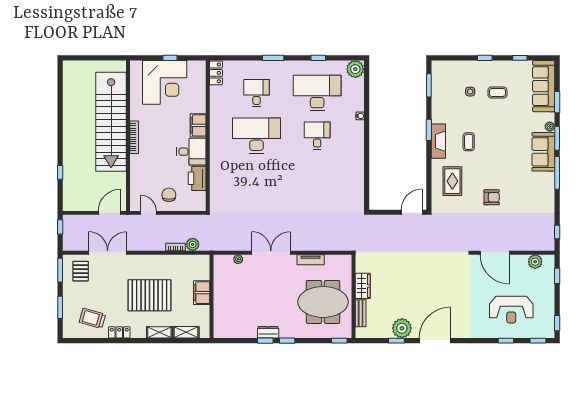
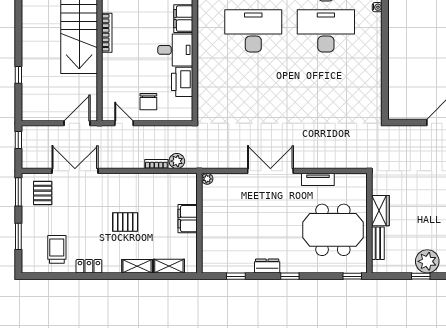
desk: (317, 136) -> (326, 31), width x1.87, depth x1.30
chair: (169, 195) -> (148, 102), turned 180
plant: (238, 259) -> (207, 179), moved
pallet: (149, 295) -> (125, 222), width x0.49, depth x0.50
trolley: (92, 318) -> (57, 249), turned 74
window: (265, 341) -> (236, 276), moved

